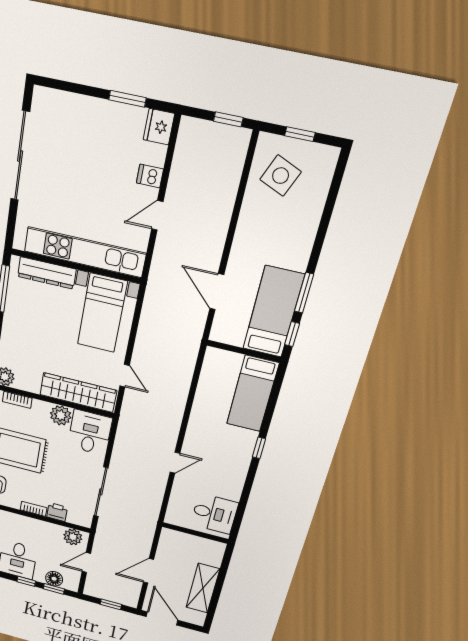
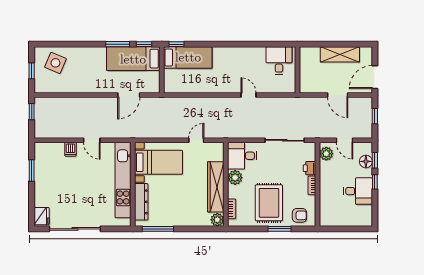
fridge: (159, 127) -> (42, 216), moved, turned -90
side table: (281, 176) -> (55, 63), moved
wardrobe: (78, 393) -> (216, 187), moved
window: (259, 448) -> (176, 44), moved

